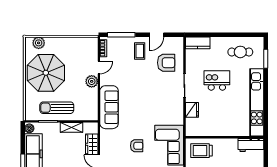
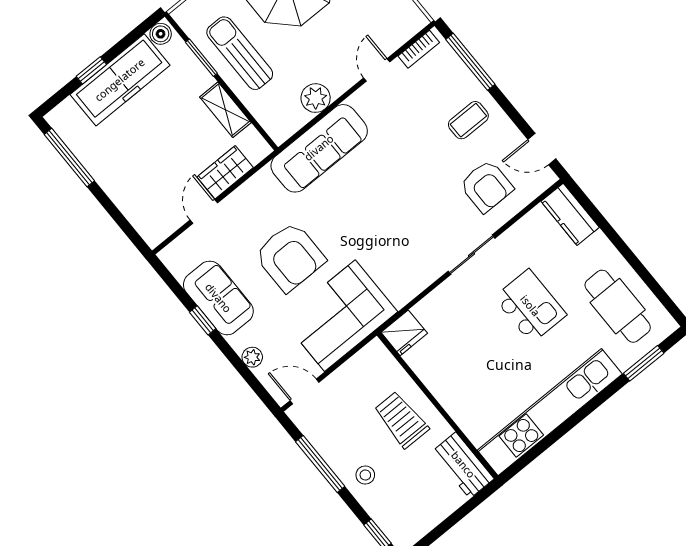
door: (157, 35) -> (542, 149), moved
cafe table: (240, 52) -> (618, 306), width x1.37, depth x1.35
door: (99, 67) -> (377, 70), swing flipped
plant: (92, 81) -> (316, 98), moved
fridge: (192, 110) -> (404, 333), moved
armchair: (137, 146) -> (290, 257), width x1.88, depth x1.88
trolley: (202, 151) -> (401, 420), moved

